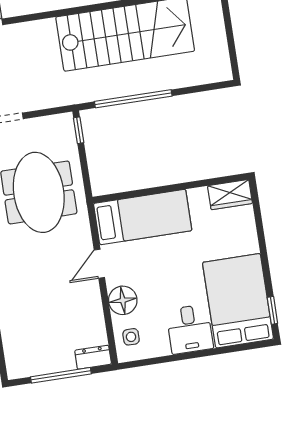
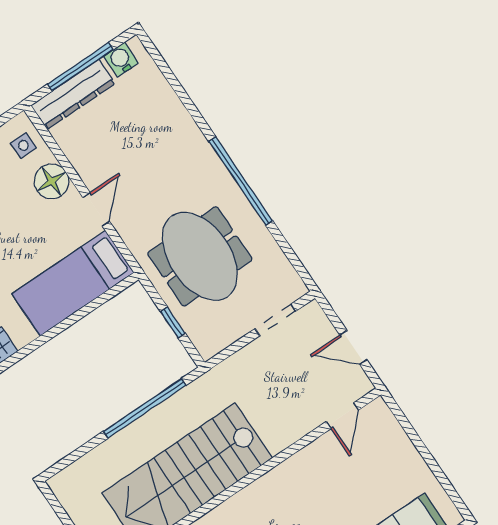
window: (79, 130) -> (173, 322), moved
dresser: (93, 357) -> (73, 94), width x1.96, depth x1.24
water cooler: (28, 367) -> (121, 59), added

